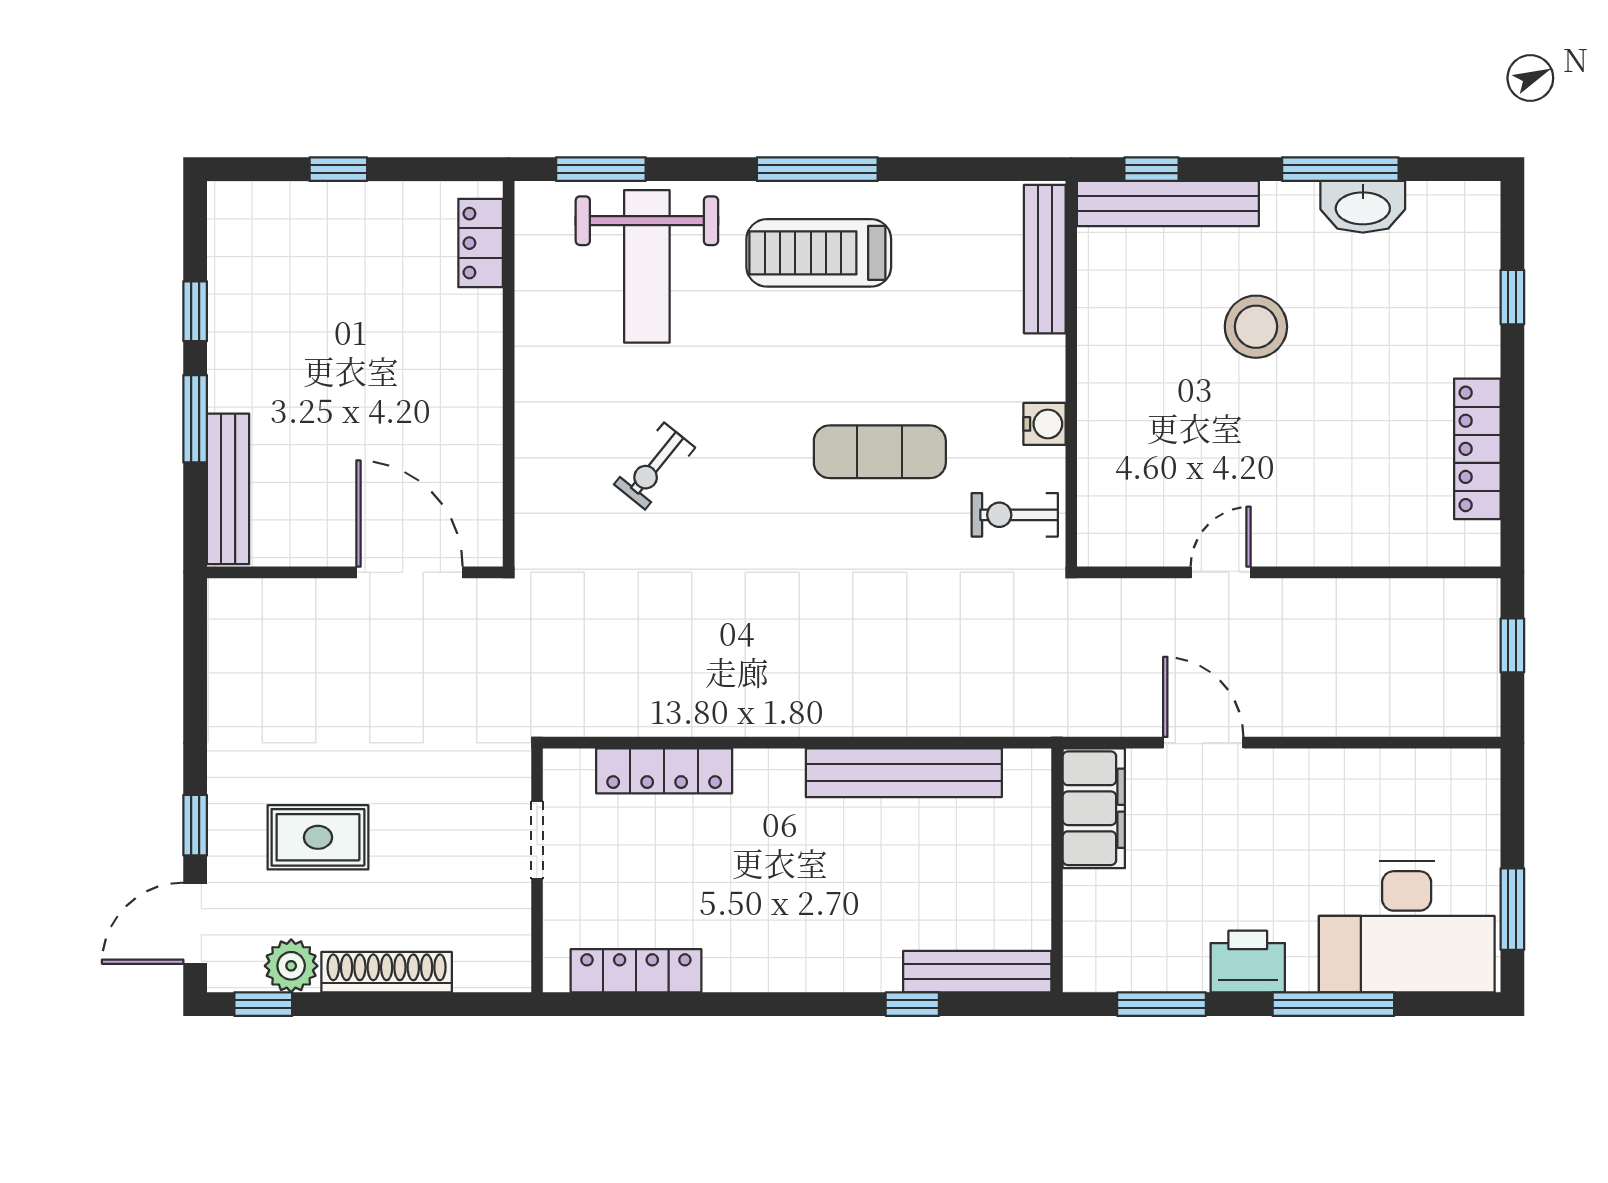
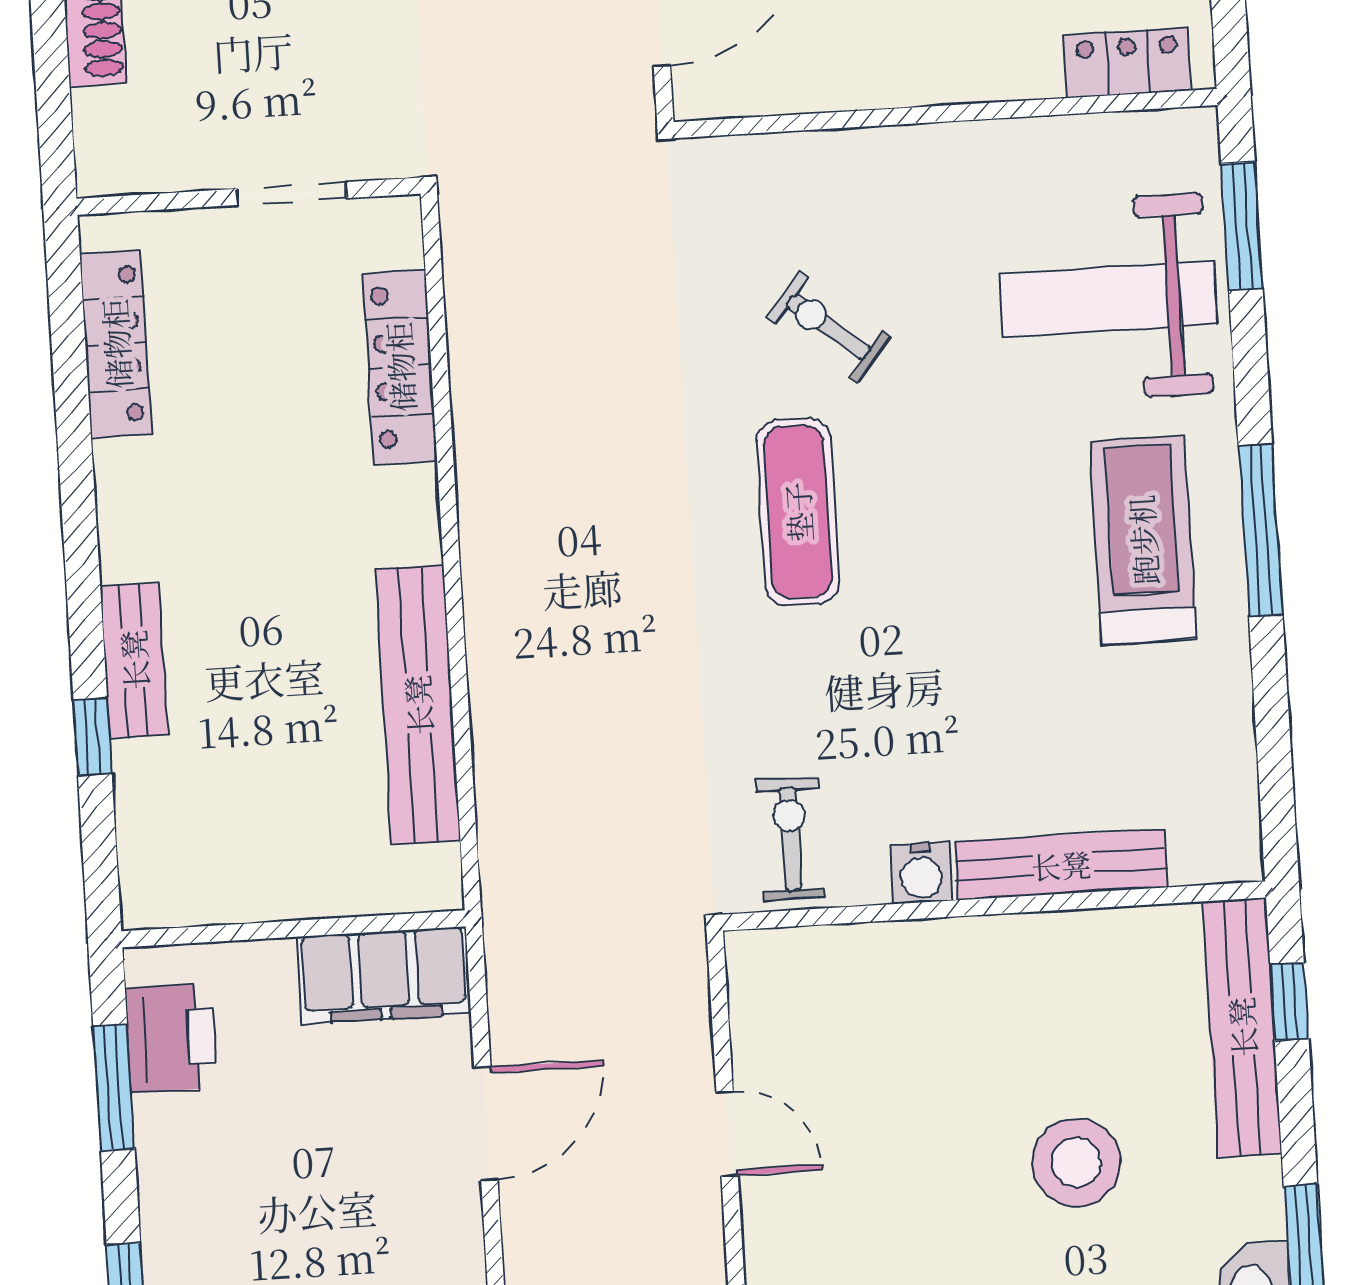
bench: (1045, 259) -> (1061, 865), moved
exercise mat: (880, 452) -> (798, 512), moved
printer: (1248, 961) -> (171, 1038), moved
bench: (977, 972) -> (134, 660), moved, width x0.73

